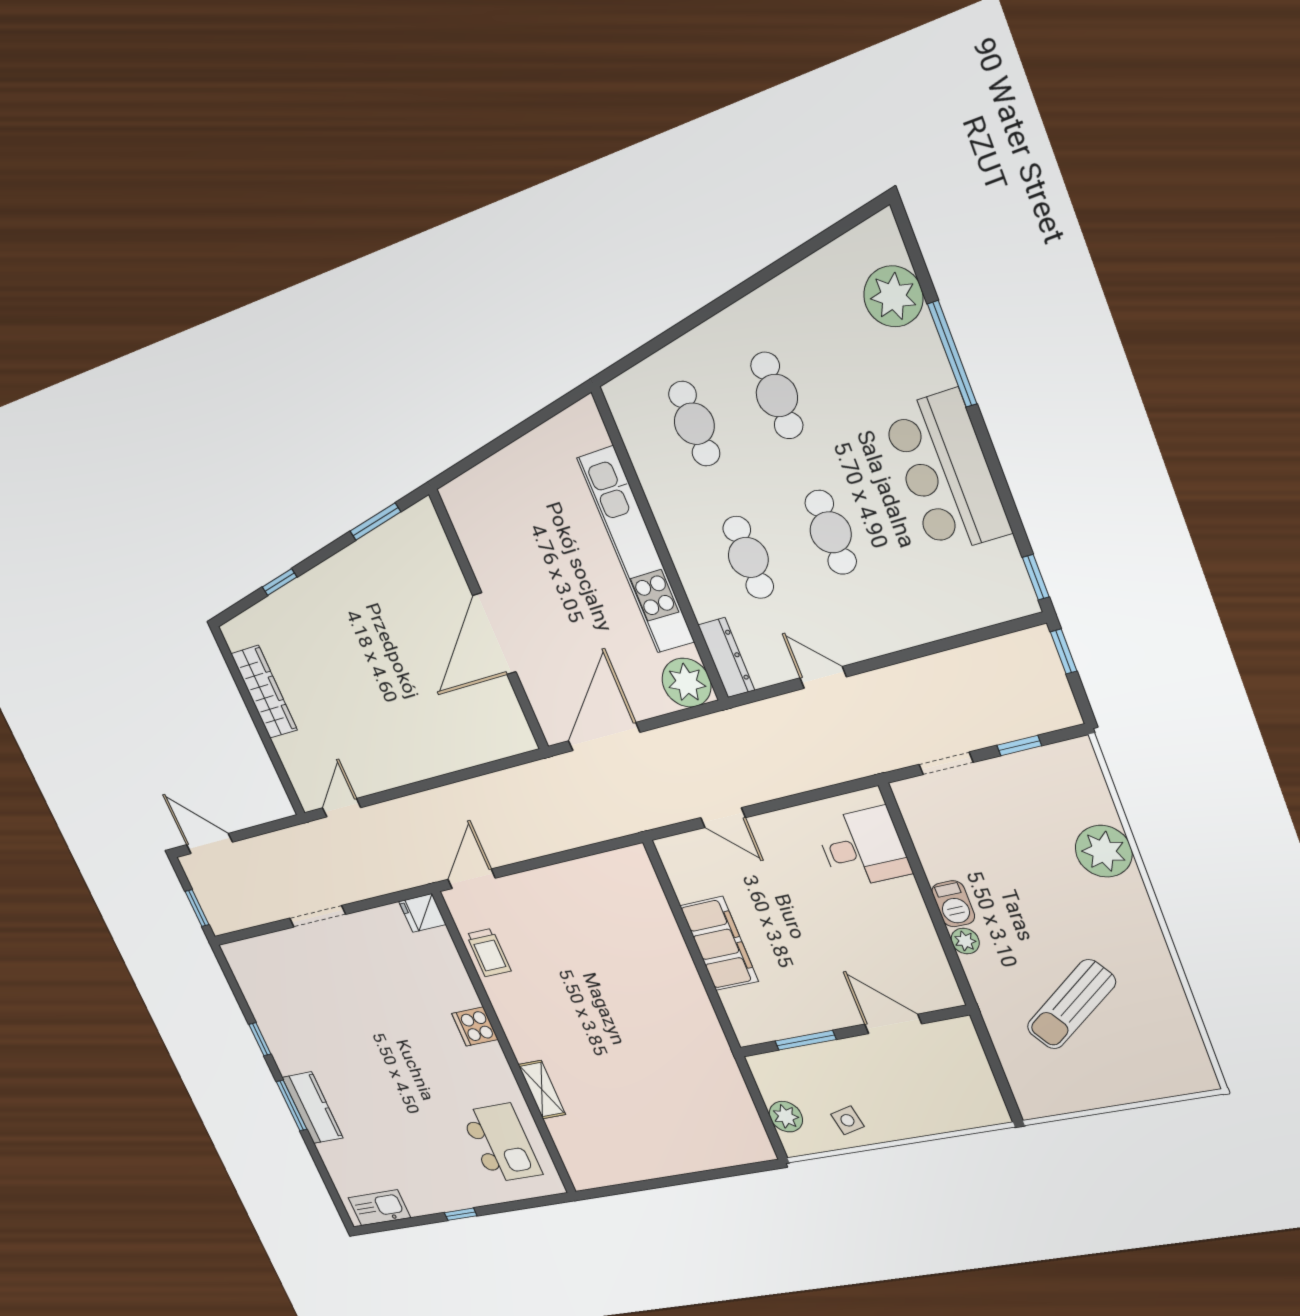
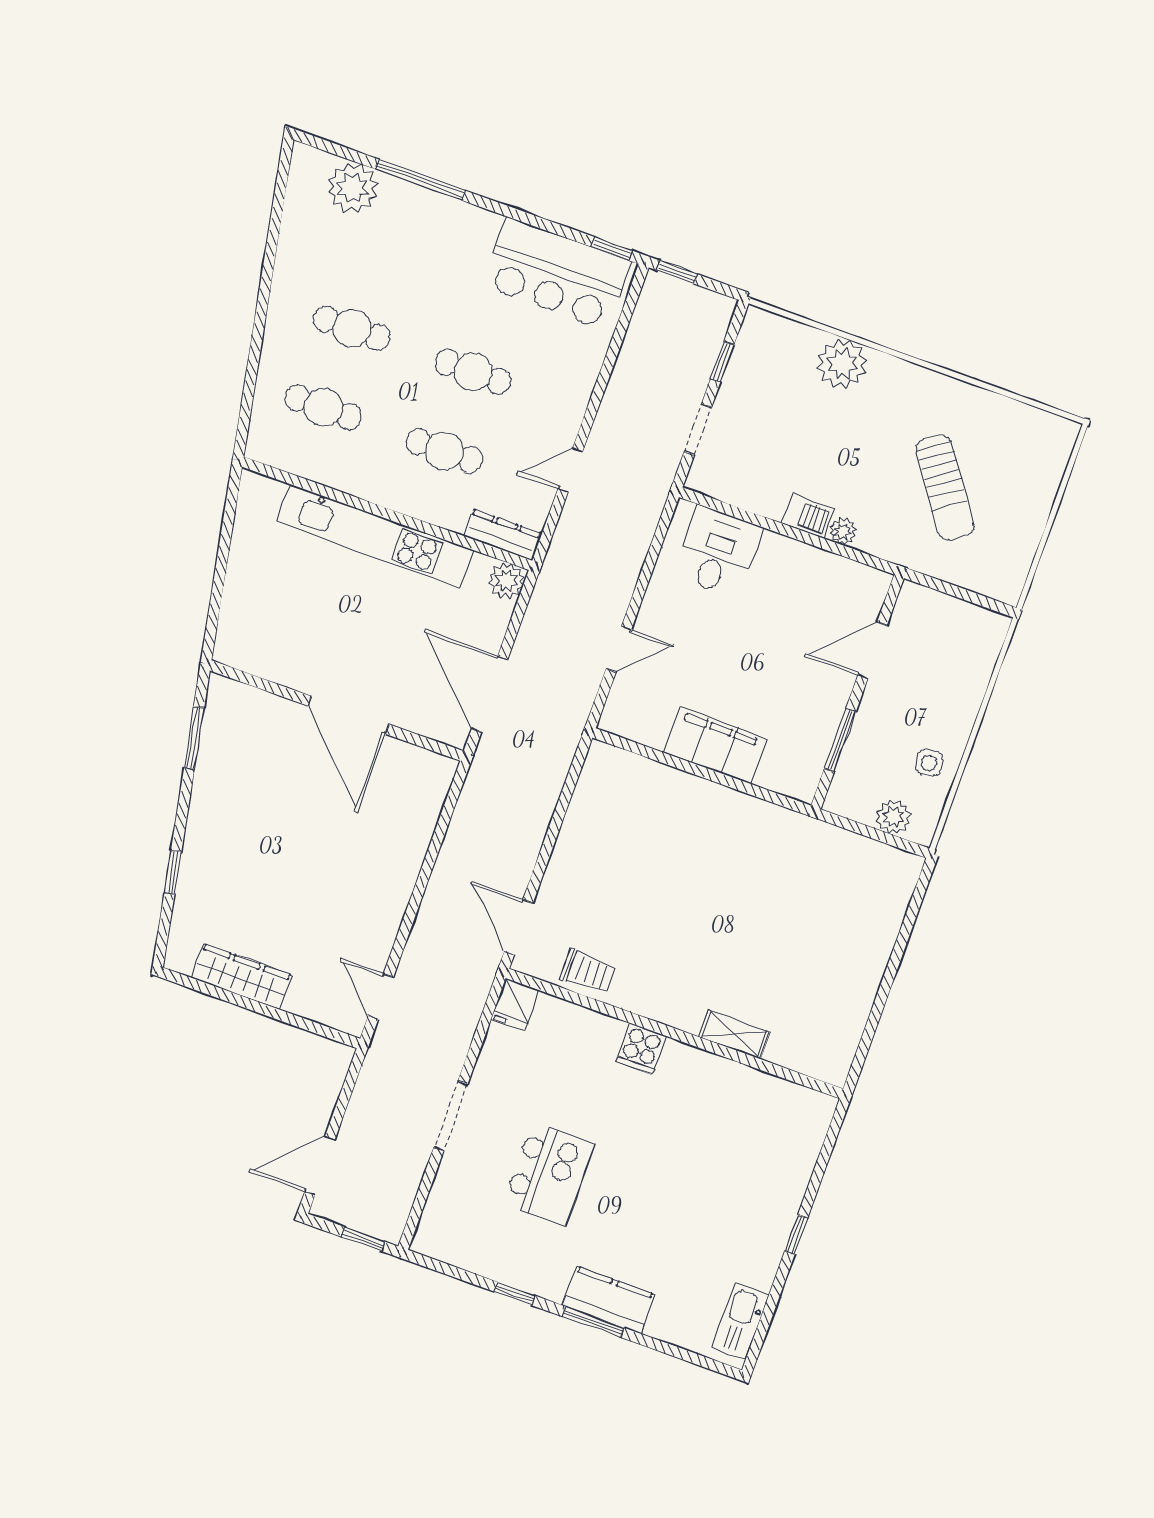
bar counter: (946, 473) -> (557, 274), moved
plant: (687, 683) -> (506, 581), width x0.73, depth x0.73
kitchen island: (501, 1143) -> (549, 1174), moved, turned 90

